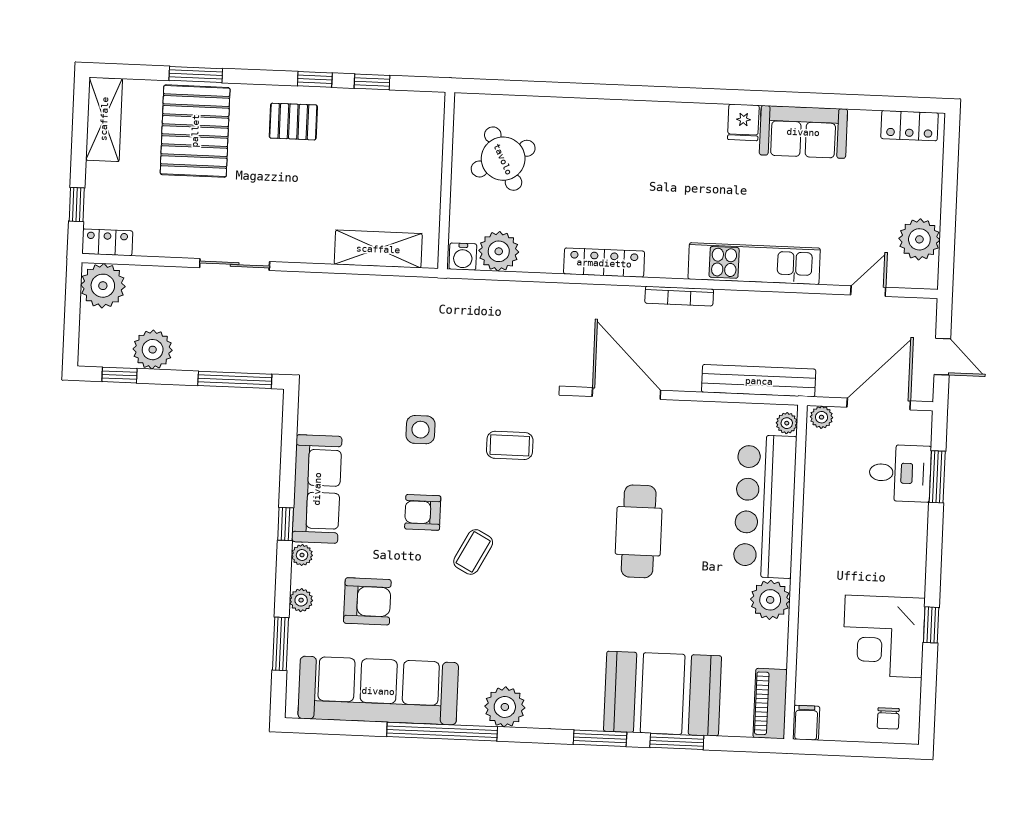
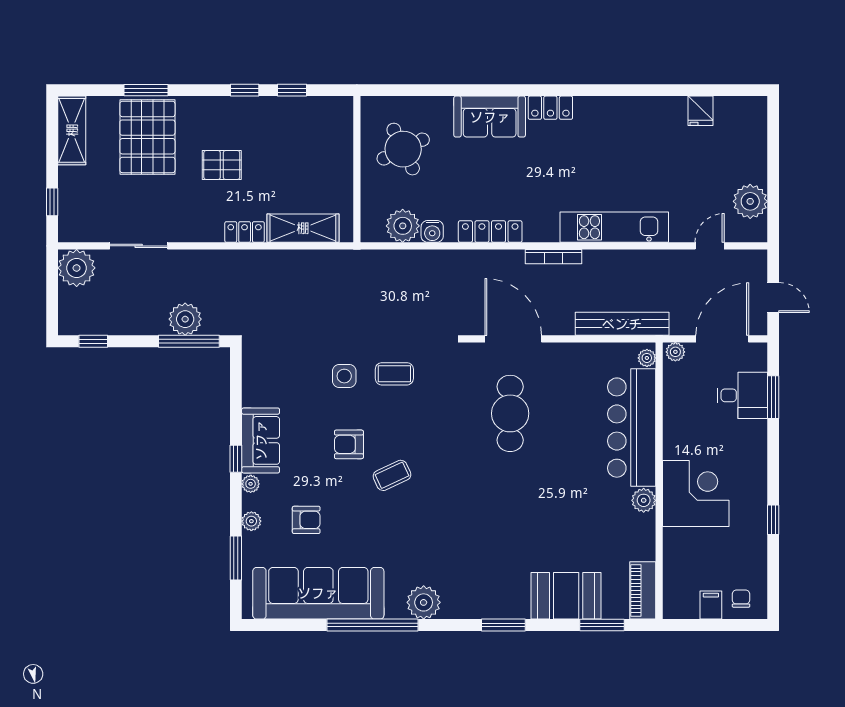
pallet: (293, 122) -> (222, 165), moved
fridge: (743, 122) -> (700, 111), moved
locker: (910, 126) -> (550, 108), moved
sofa: (803, 132) -> (490, 117), moved
locker: (107, 242) -> (245, 232), moved
water cooler: (463, 257) -> (432, 231), moved
sliding door: (235, 265) -> (139, 246), moved
plant: (153, 350) -> (185, 319), moved
coffee table: (510, 445) -> (394, 374), moved
sofa: (317, 489) -> (261, 440), width x0.73
cafe table: (639, 531) -> (510, 413), moved
coffee table: (473, 552) -> (392, 475), turned 37
plant: (770, 600) -> (644, 500), width x0.73, depth x0.73
armchair: (367, 601) -> (306, 520), width x0.72, depth x0.72
corner desk: (884, 636) -> (696, 493), moved, turned 180
booth: (663, 694) -> (566, 596), width x0.73, depth x0.70
chair: (888, 718) -> (741, 599), turned 180
filing cabinet: (806, 723) -> (711, 605), moved
window: (677, 742) -> (602, 625), moved

